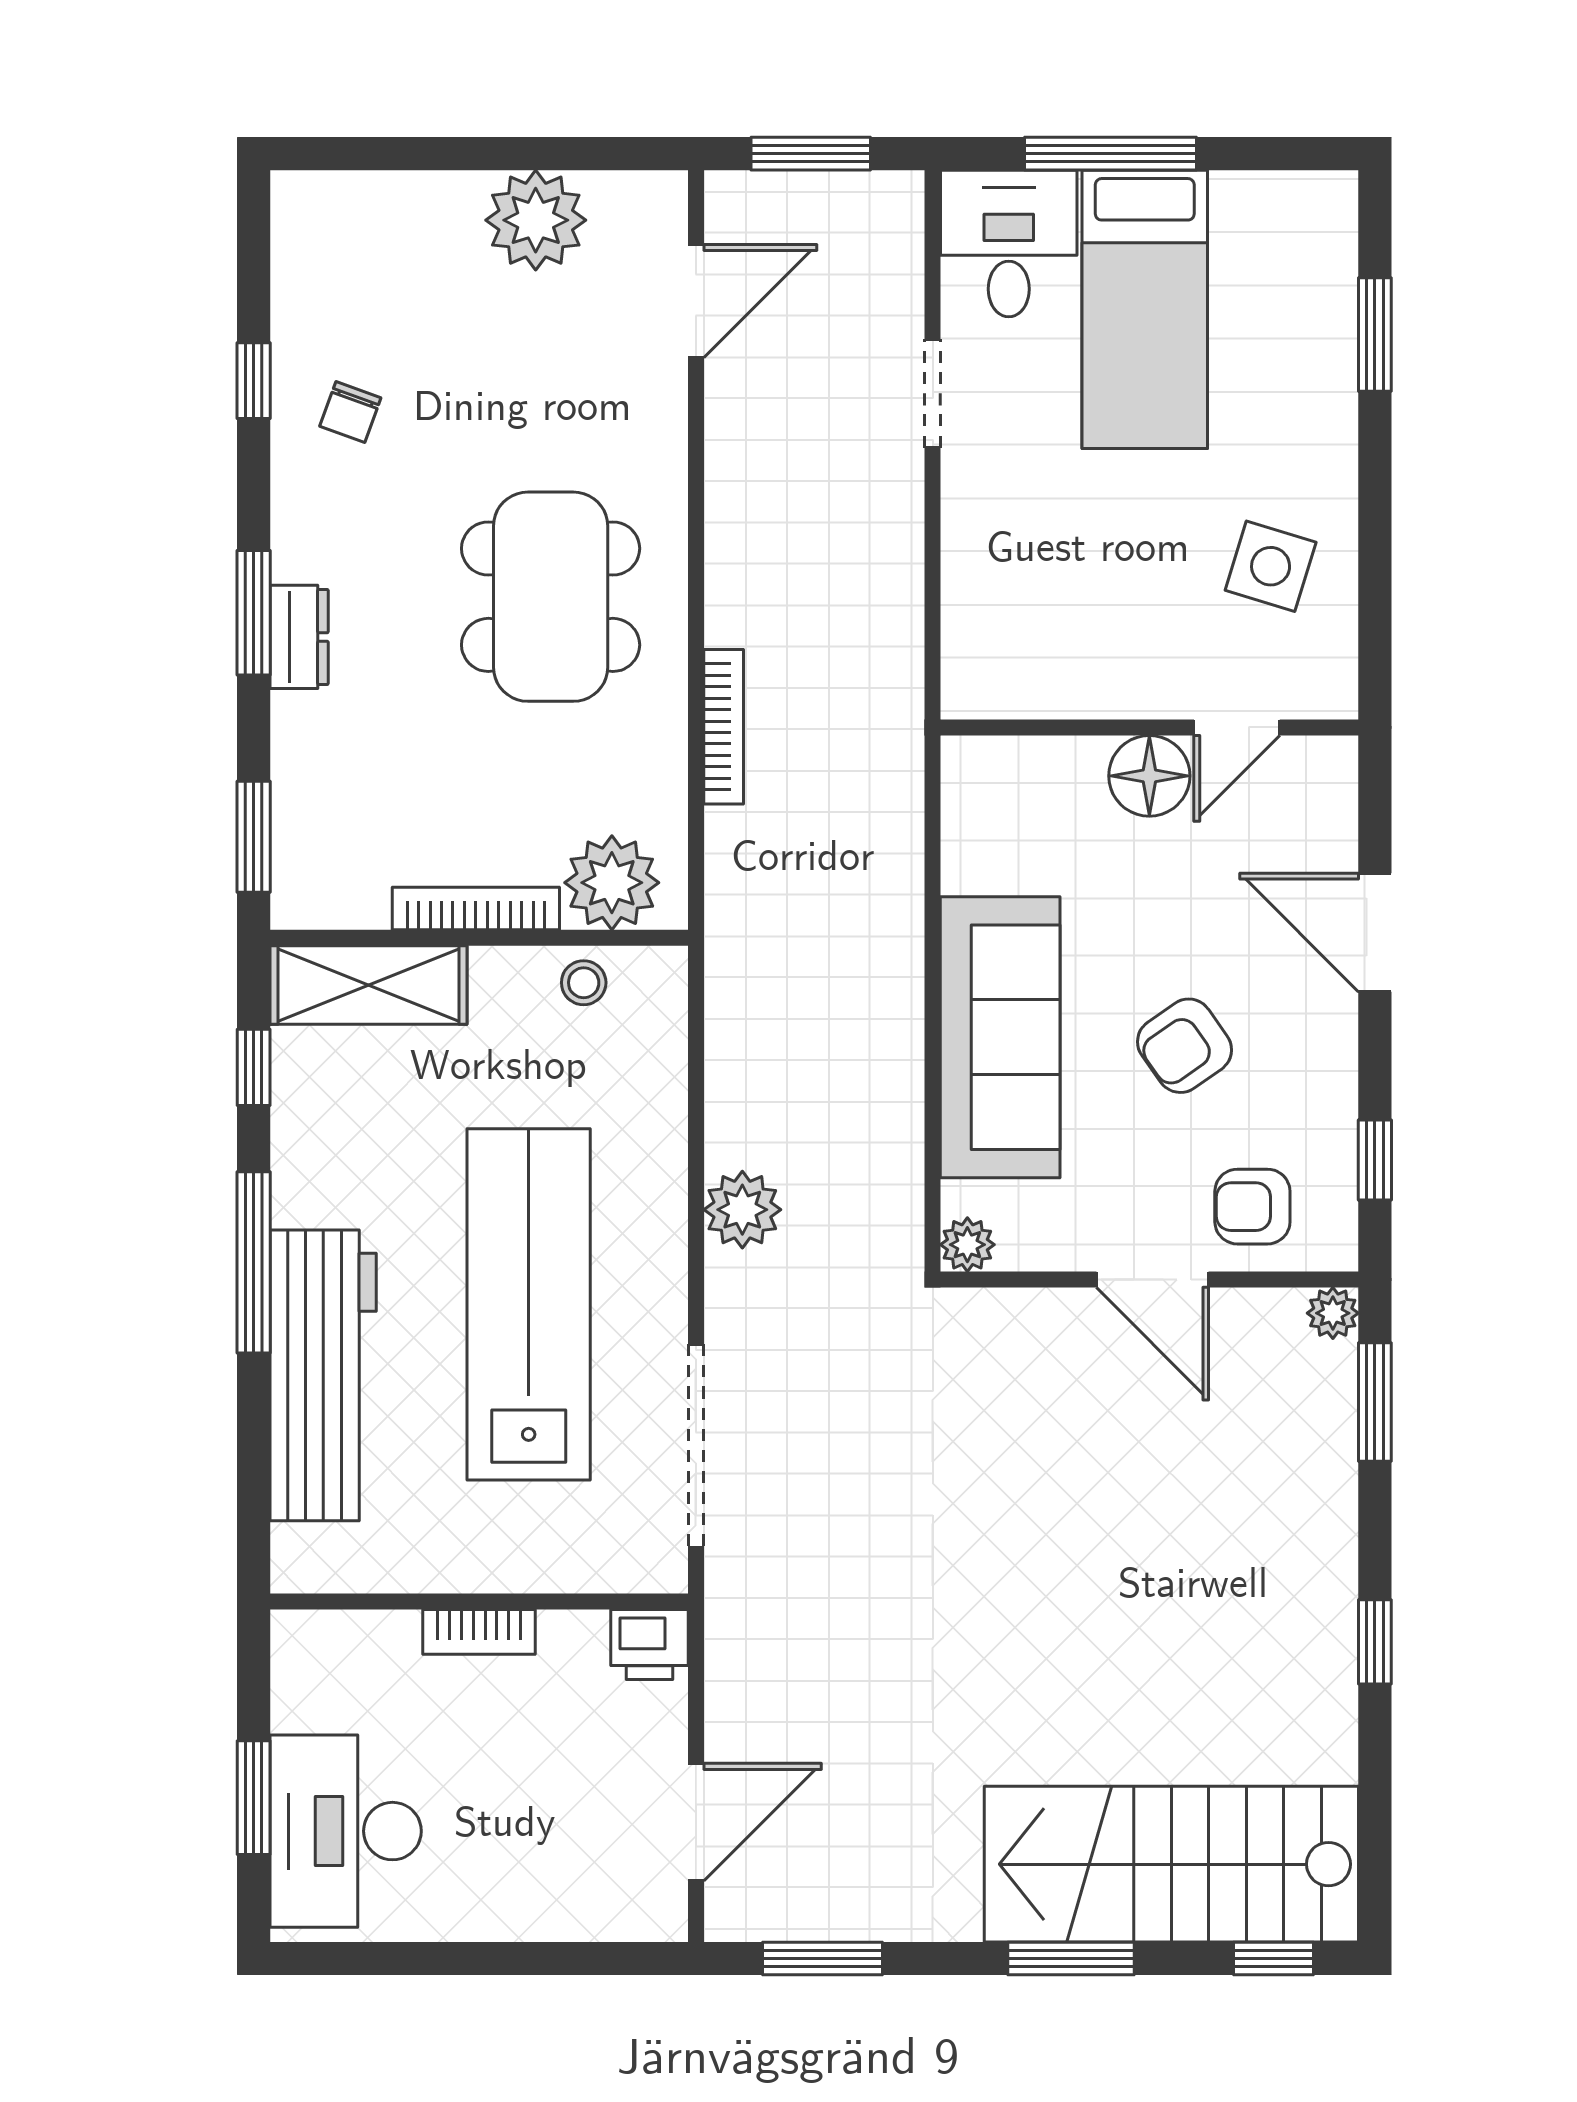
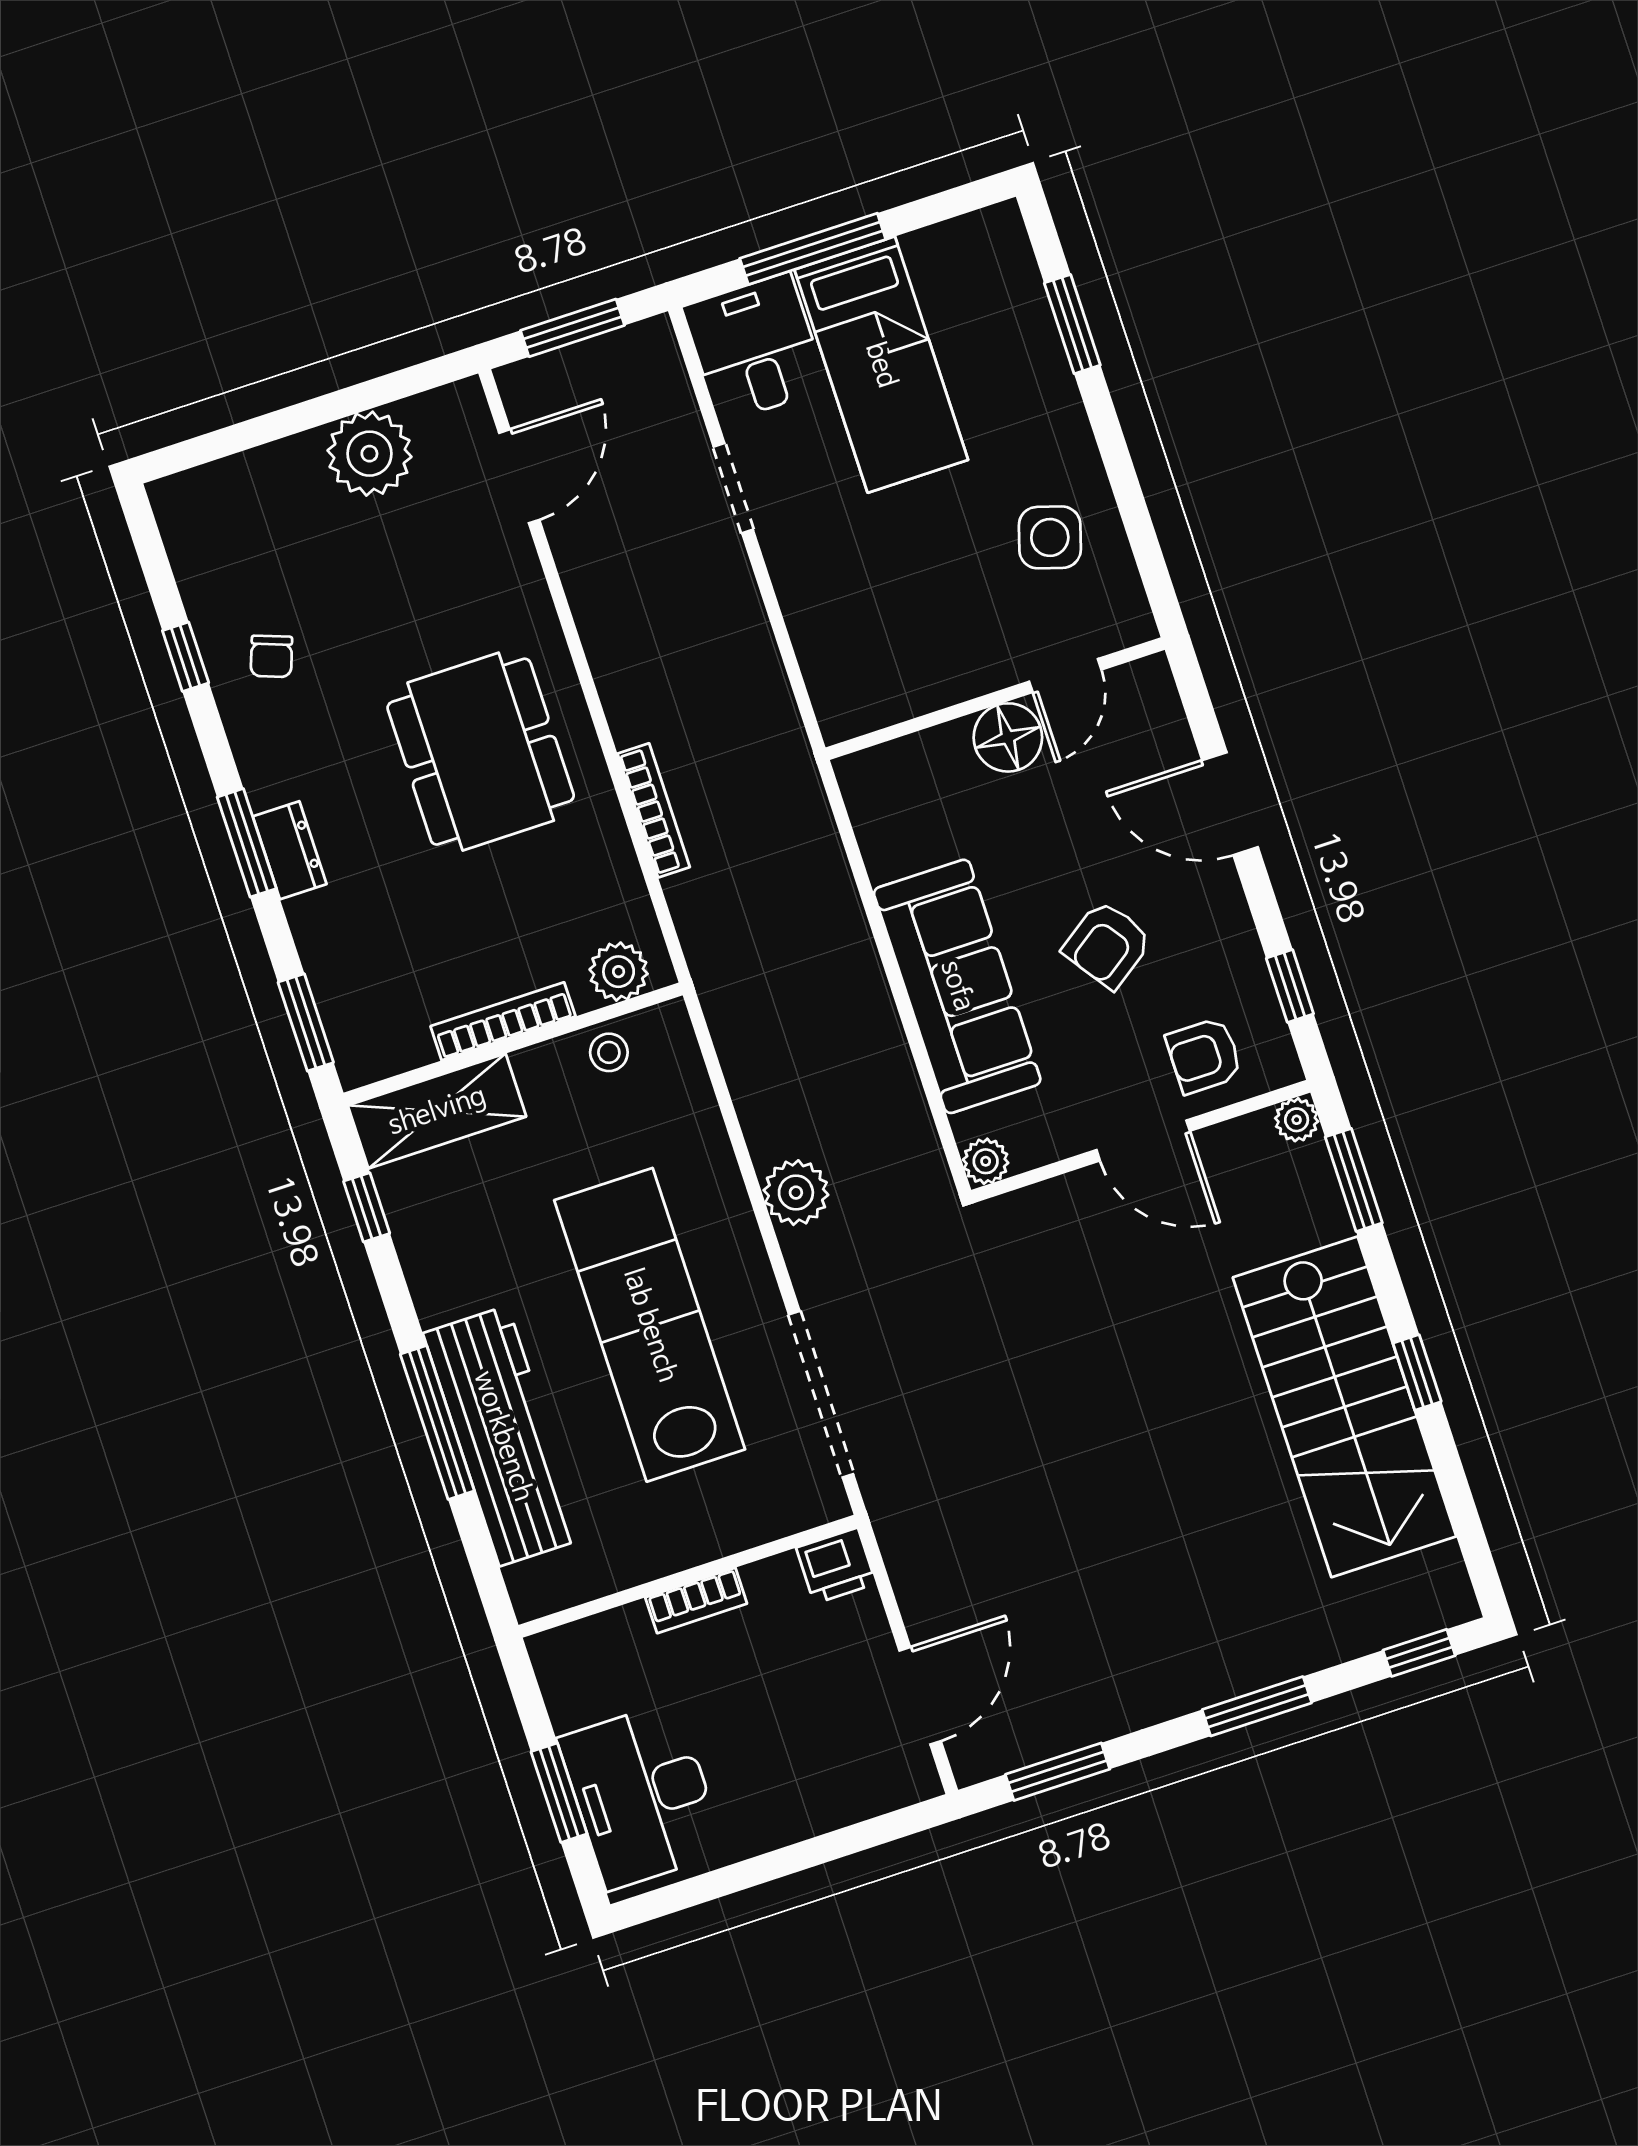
plant: (612, 883) -> (619, 972), width x0.73, depth x0.73
window: (254, 1262) -> (437, 1422), moved
stairs: (1171, 1864) -> (1345, 1407), moved, turned -90

